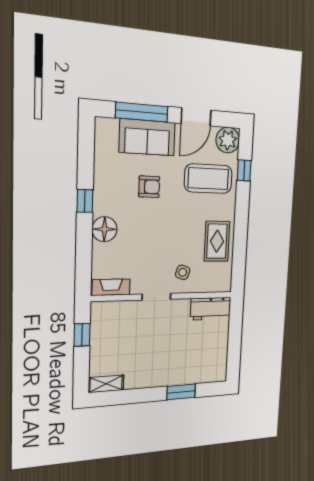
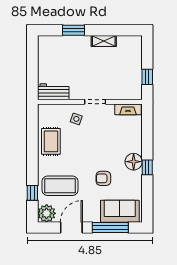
sofa: (147, 137) -> (120, 211), moved
floor lamp: (105, 229) -> (134, 162), moved
shelving: (106, 384) -> (104, 41), moved

